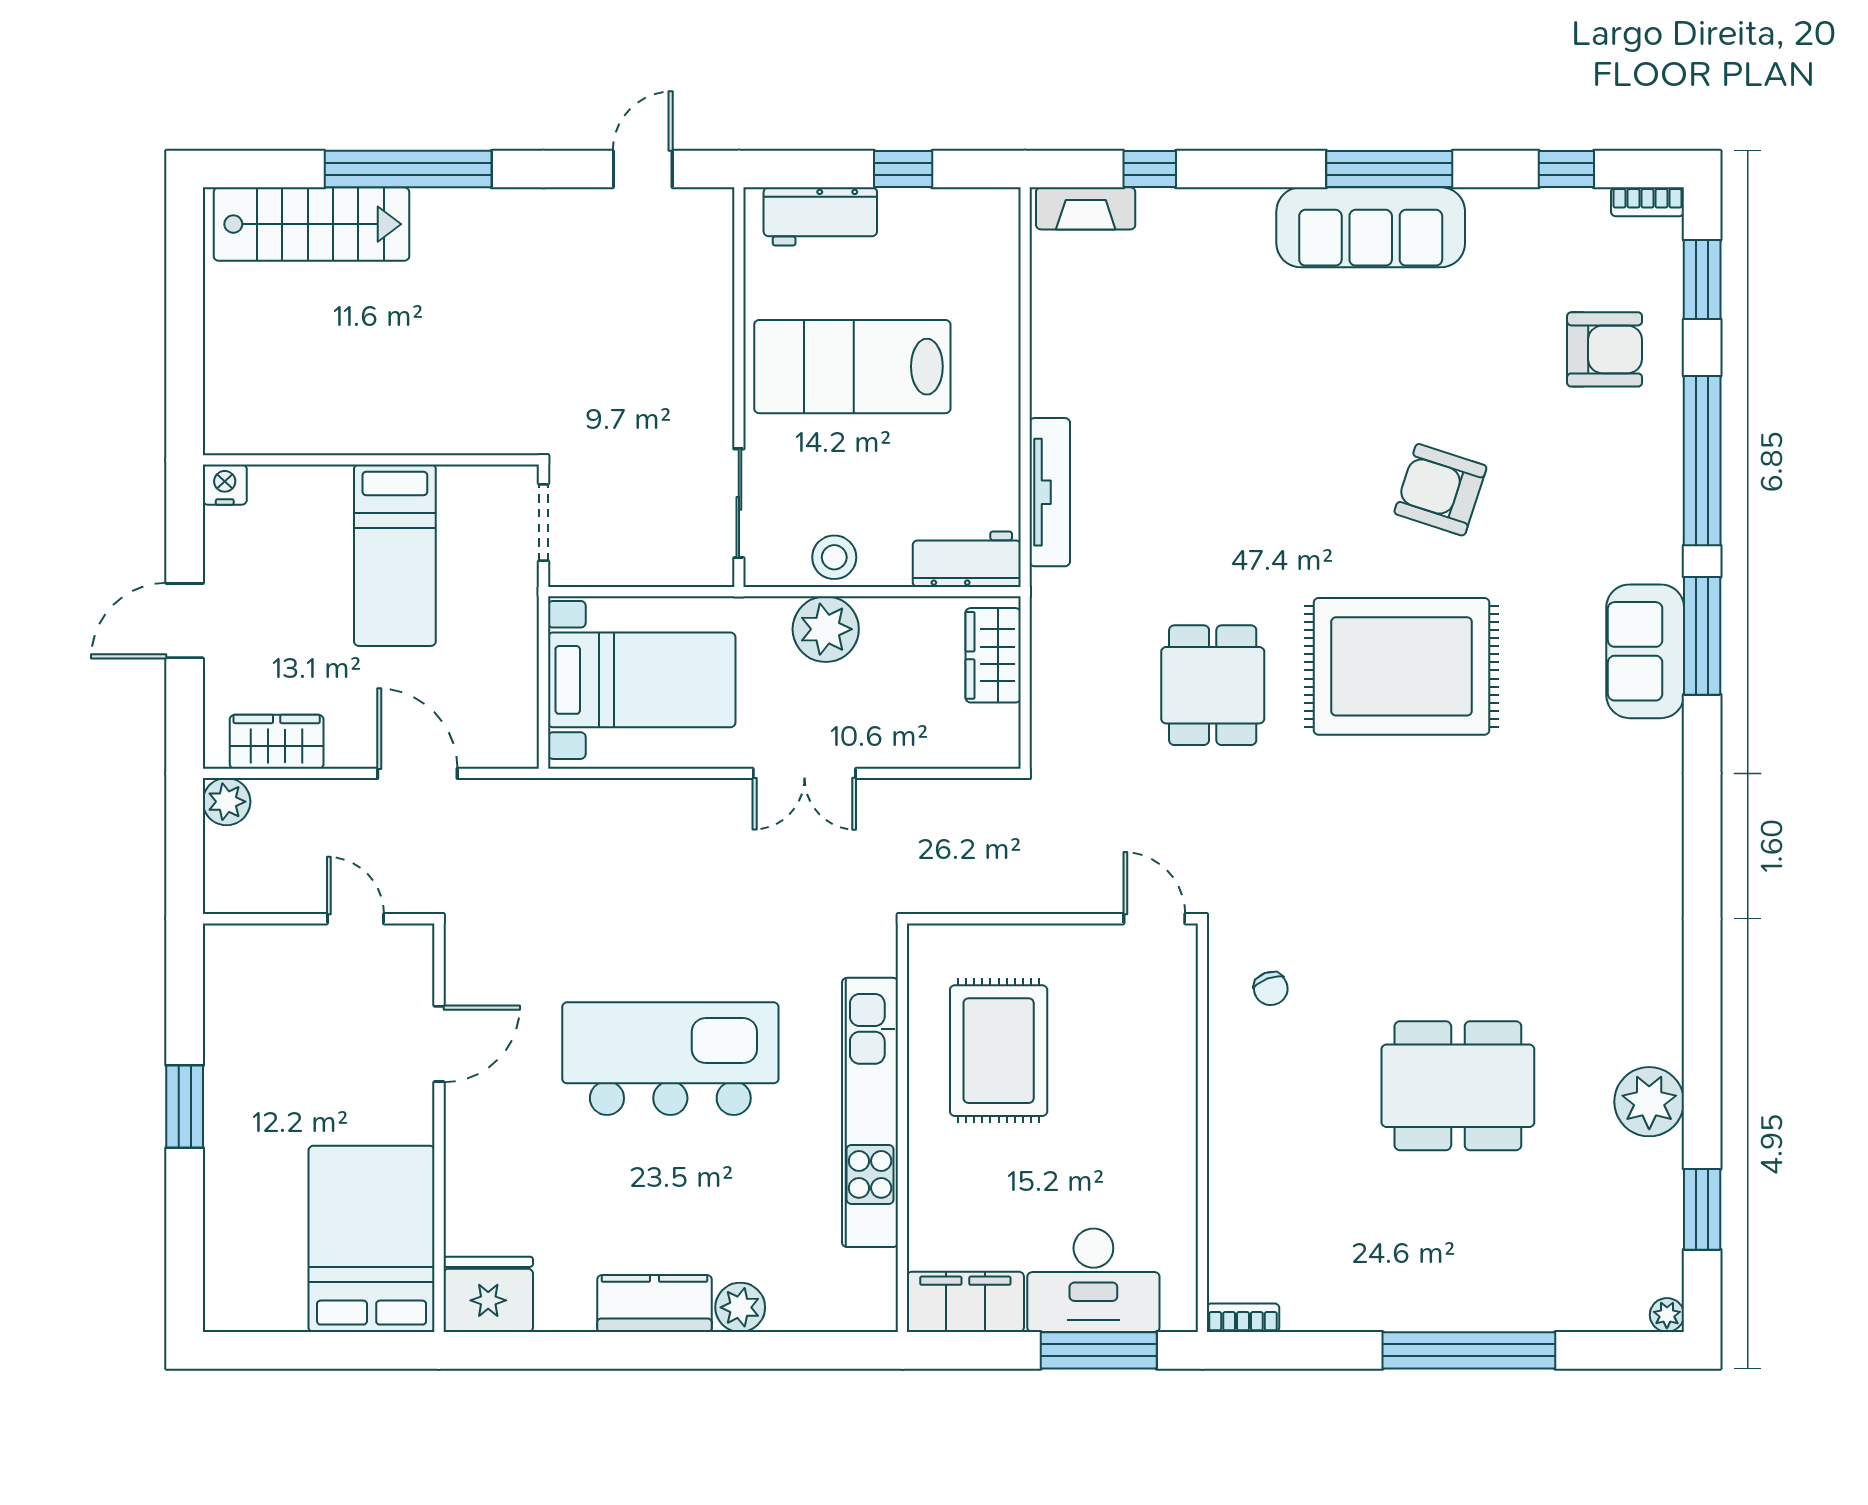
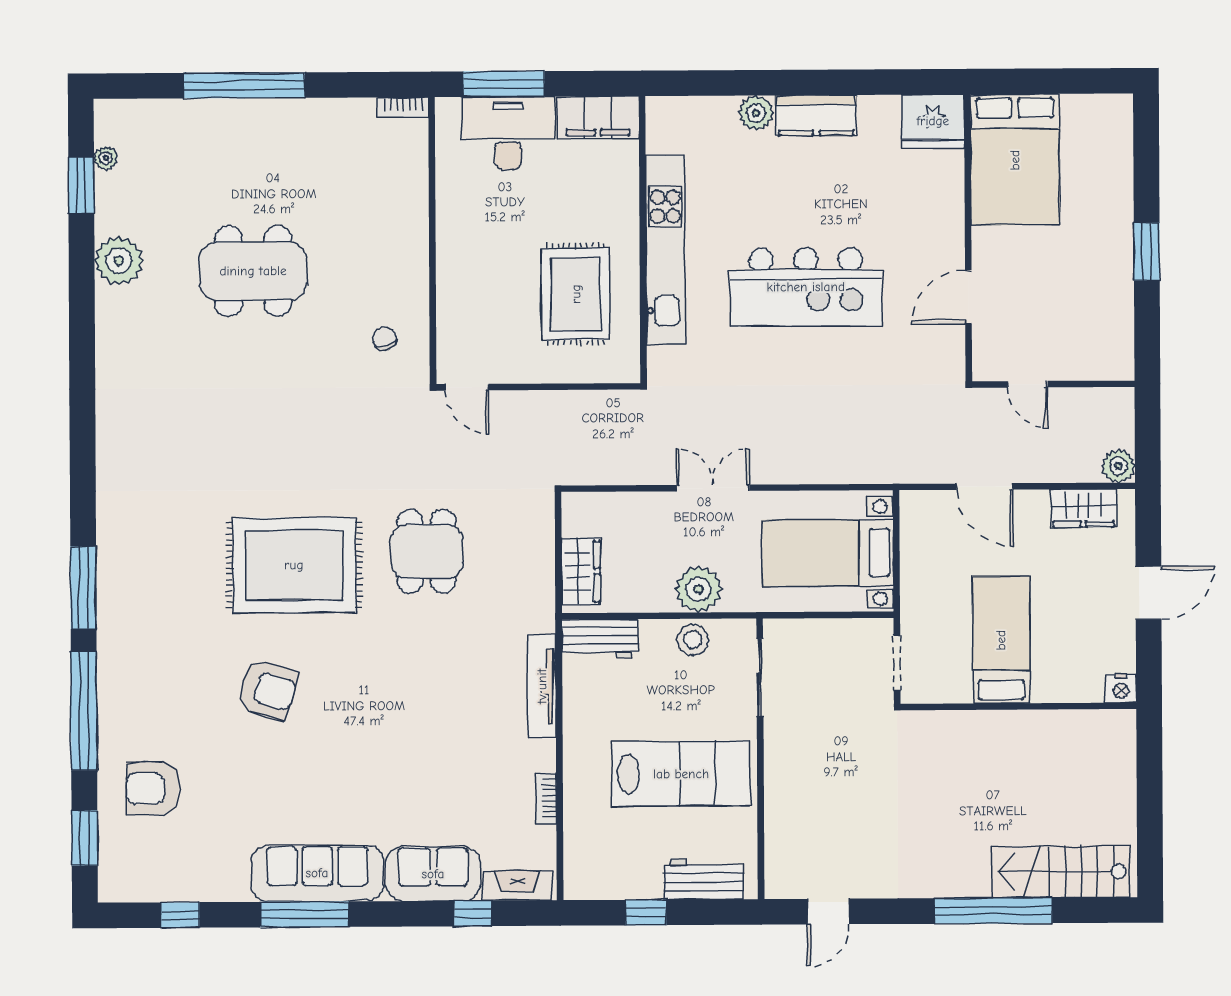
bookcase: (1647, 202) -> (546, 798), moved, turned -90
sofa: (1645, 651) -> (433, 874), moved, turned -90
plant: (1667, 1315) -> (106, 158), moved

